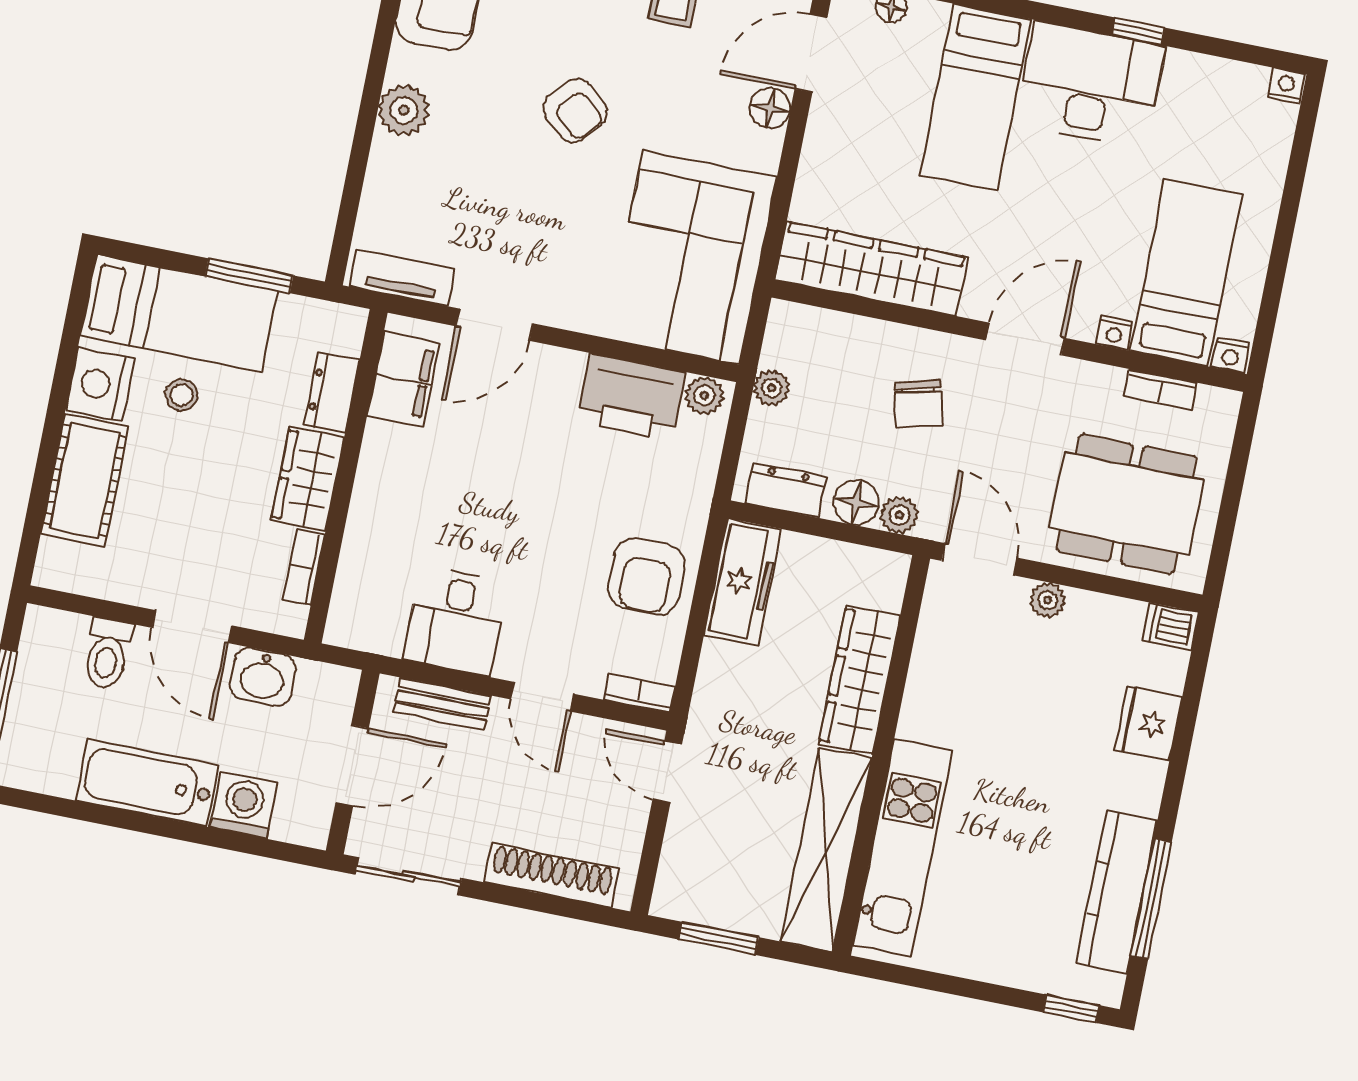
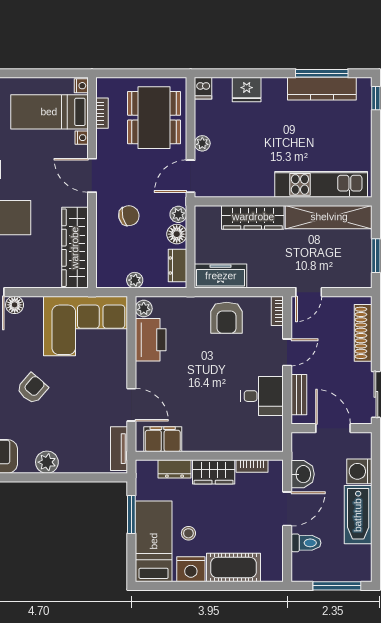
armchair: (647, 576) -> (227, 318), turned 90

